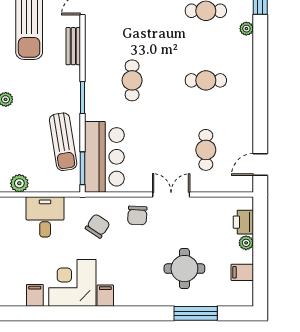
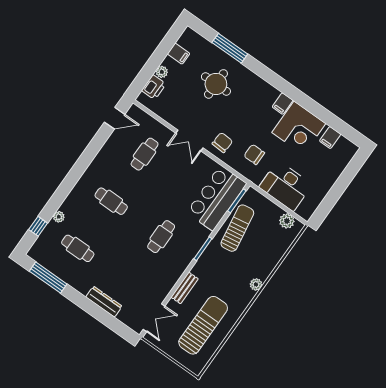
desk: (45, 217) -> (286, 186), width x1.37
chair: (98, 226) -> (254, 154), turned 56

